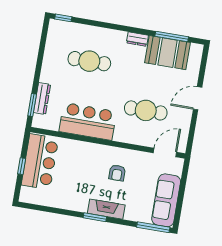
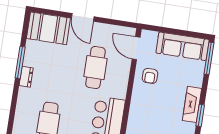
window: (172, 36) -> (20, 62), moved
booth: (168, 53) -> (48, 28), moved, turned 90
armchair: (117, 173) -> (150, 76), moved, turned 90

